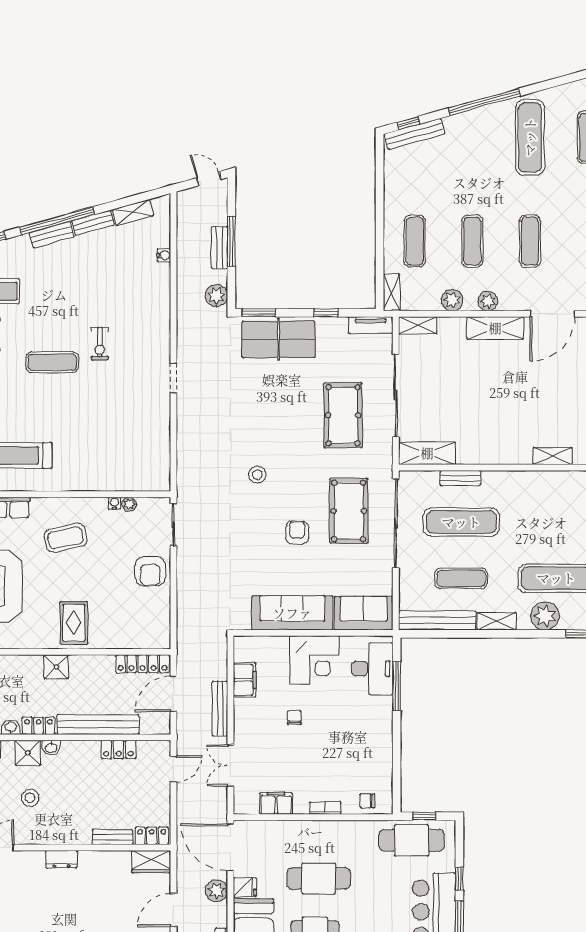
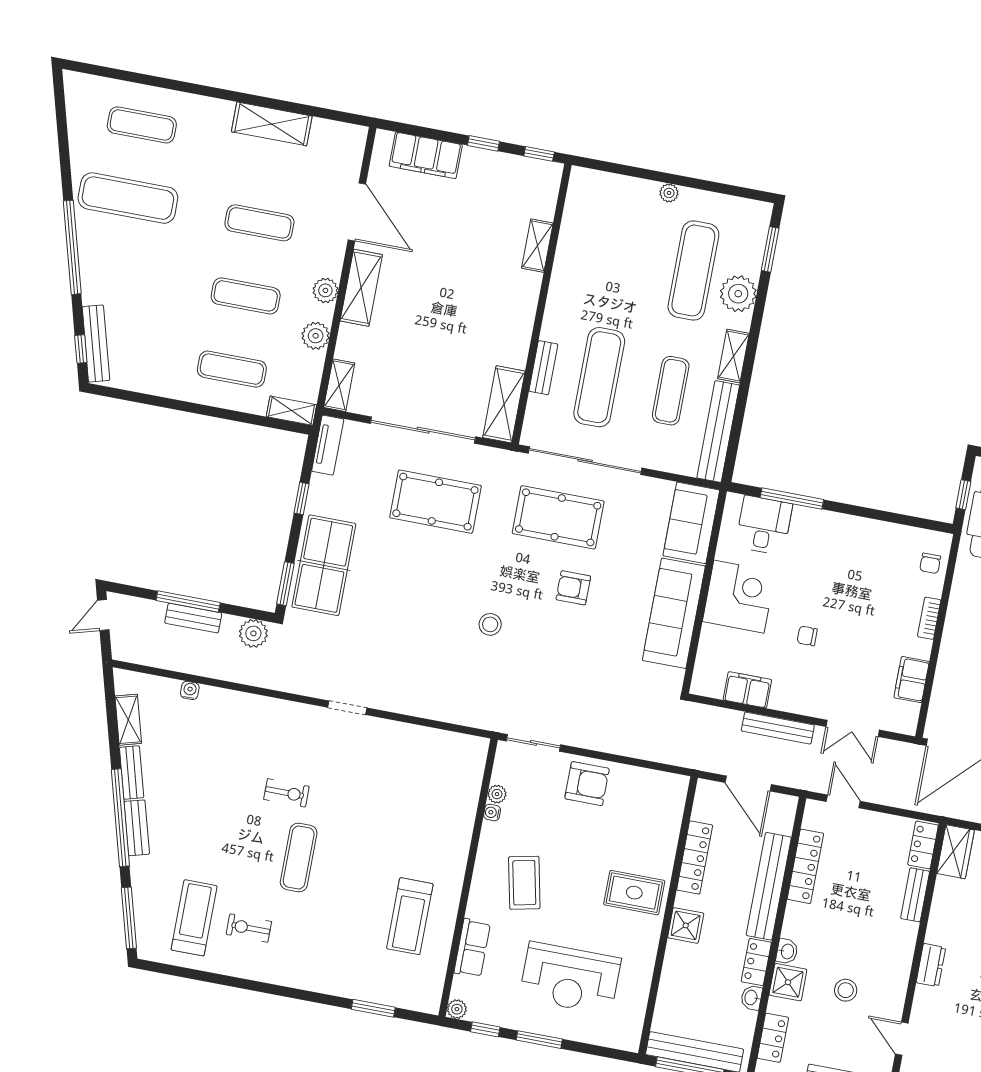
locker: (143, 664) -> (695, 858), moved
desk: (372, 669) -> (764, 525), width x0.73
locker: (119, 749) -> (805, 866), width x1.53

